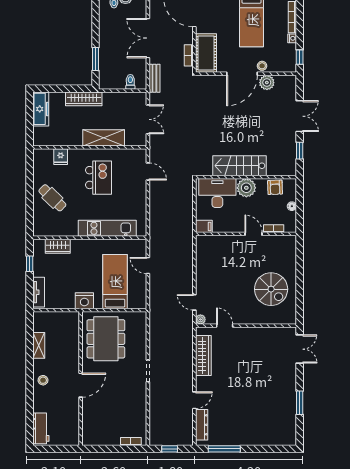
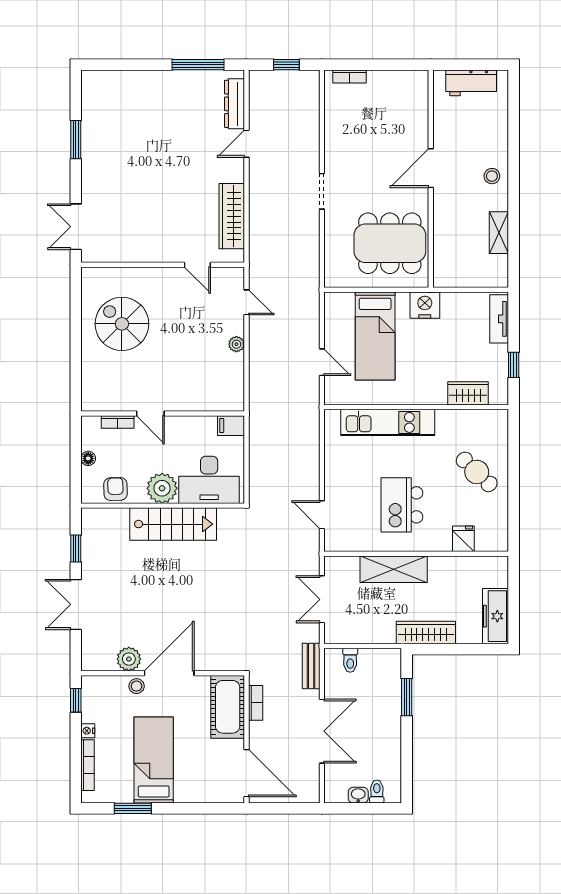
plant: (200, 319) -> (236, 344), moved
dining table: (106, 339) -> (390, 243), turned 90
workbench: (41, 428) -> (471, 83), moved, turned -90

